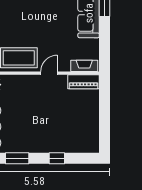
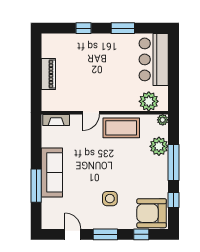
piano: (83, 82) -> (48, 74), moved, turned 90

